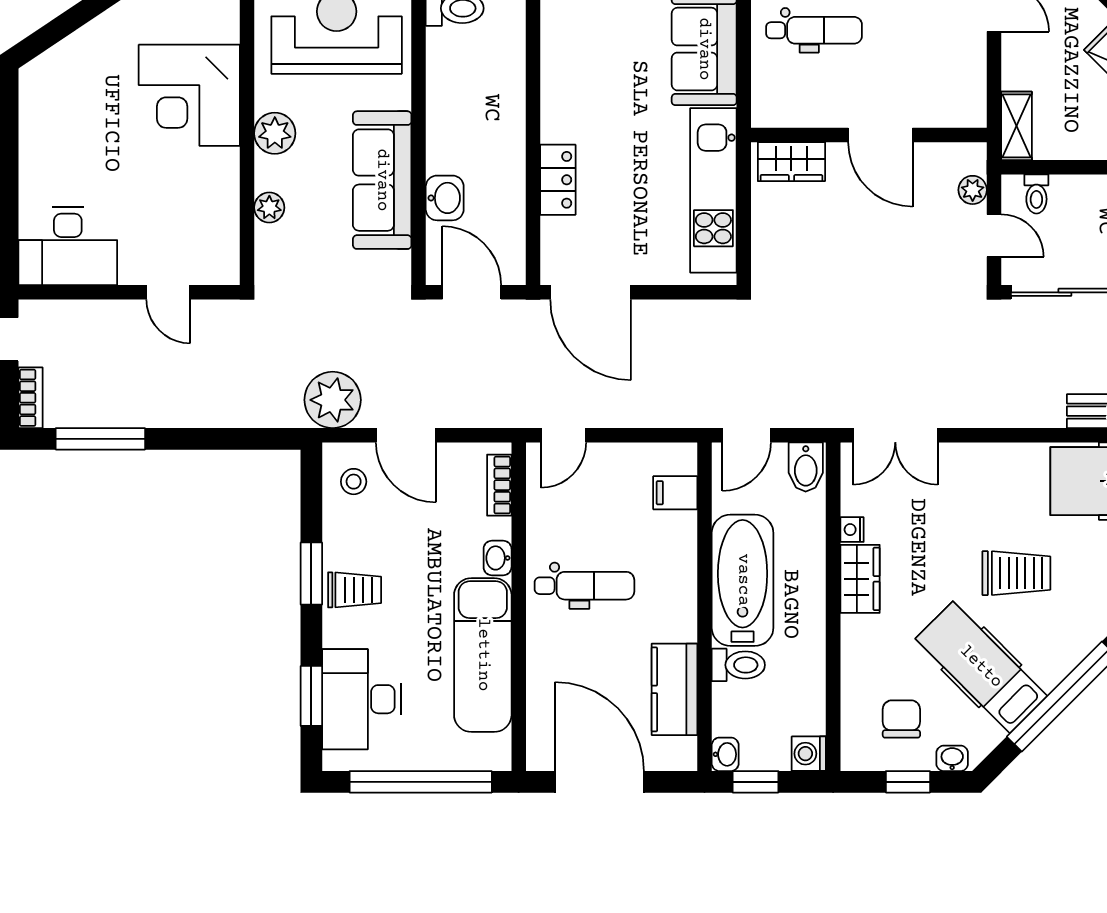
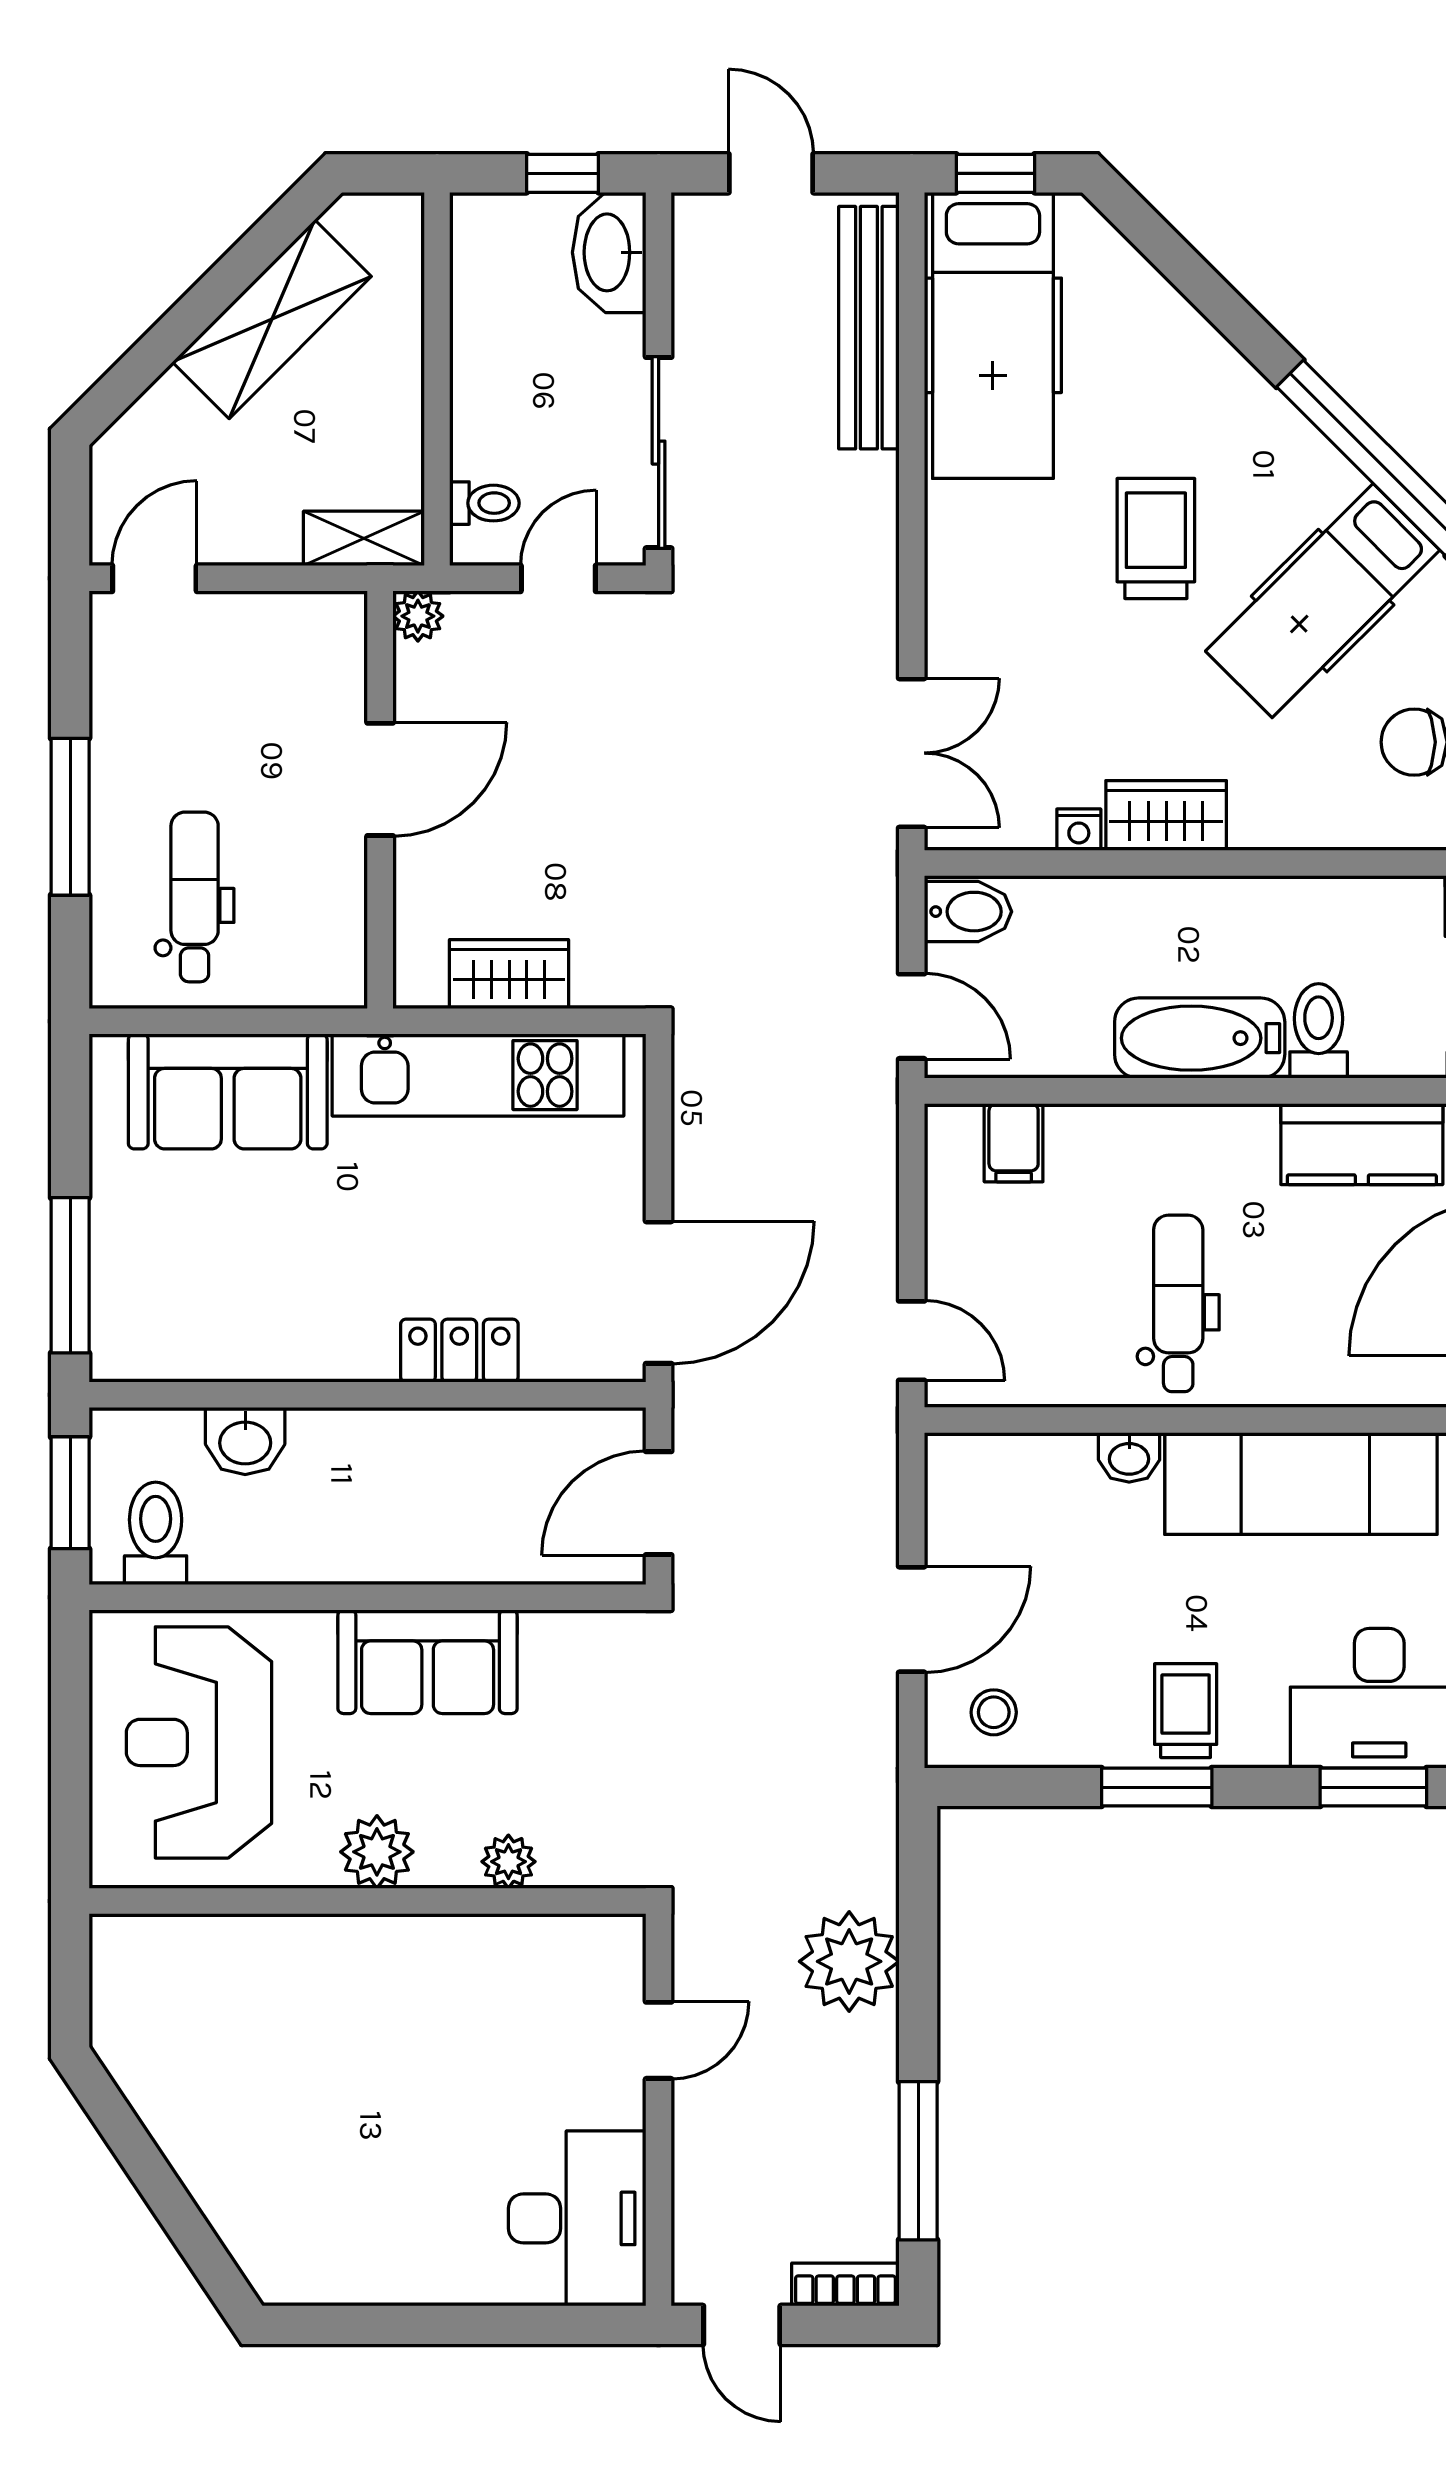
corner desk: (189, 95) -> (310, 2003), removed
wardrobe: (791, 162) -> (509, 974), moved, turned -90
sofa: (382, 180) -> (428, 1662), width x0.73
plant: (973, 190) -> (418, 616), moved
washbasin: (445, 198) -> (245, 1441), moved, turned 180
plant: (333, 400) -> (849, 1961), moved
bookcase: (499, 485) -> (1000, 1454), removed
bathtub: (743, 580) -> (1200, 1038), width x0.73, depth x0.73

